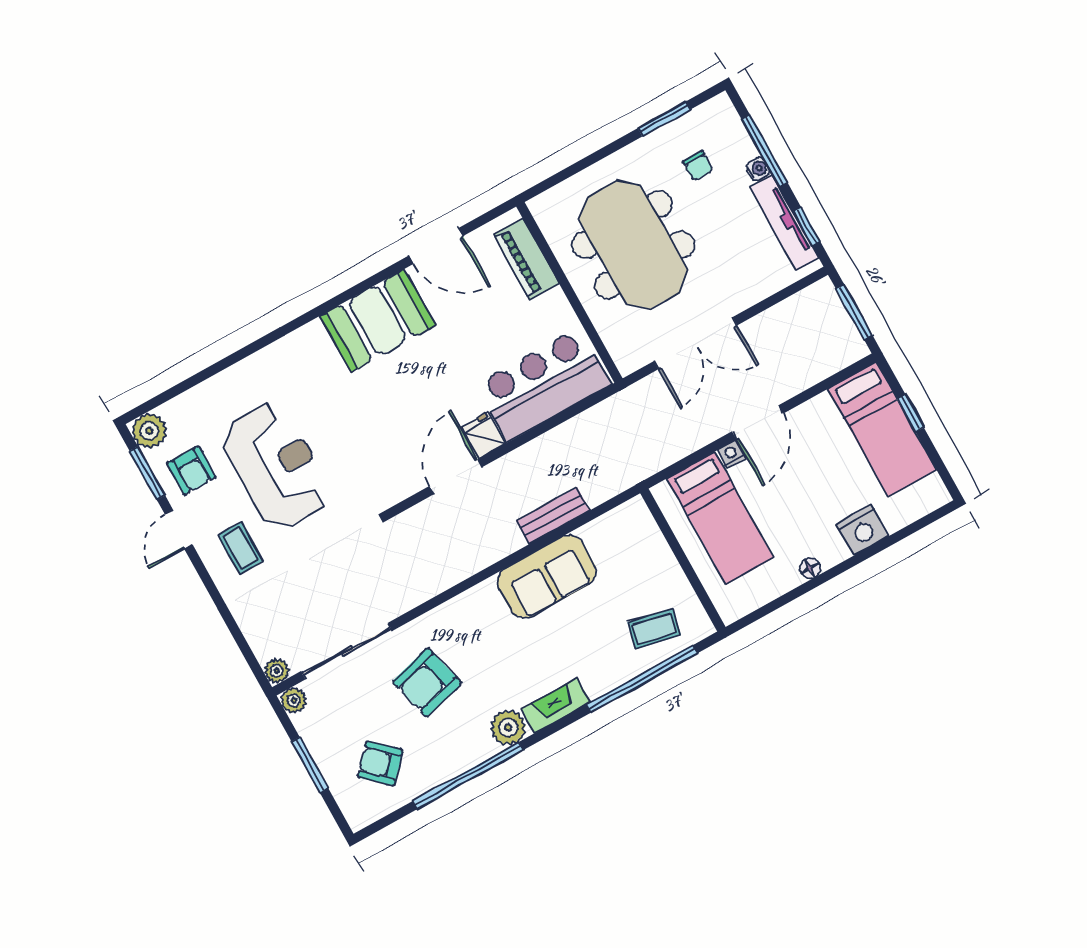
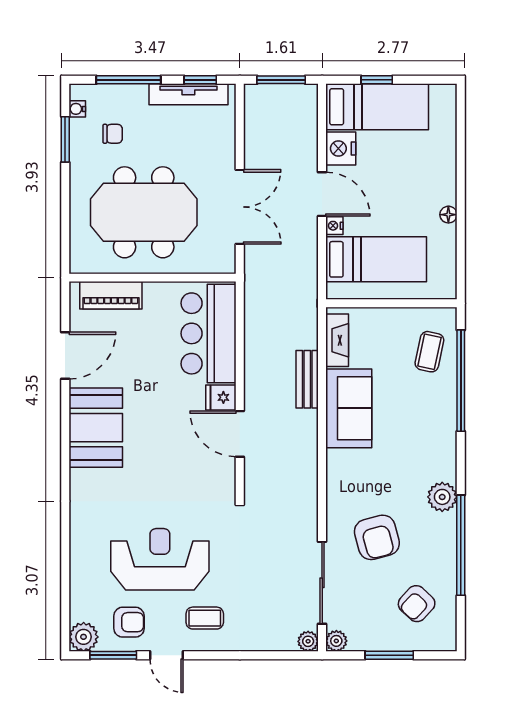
water cooler: (758, 169) -> (77, 109), moved, turned -90
nightstand: (863, 530) -> (341, 149), moved, turned 180
fireplace: (556, 706) -> (337, 340), moved, turned 180

